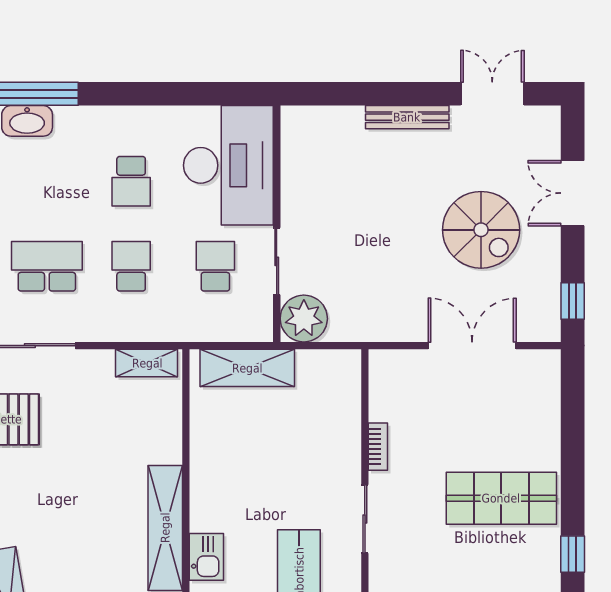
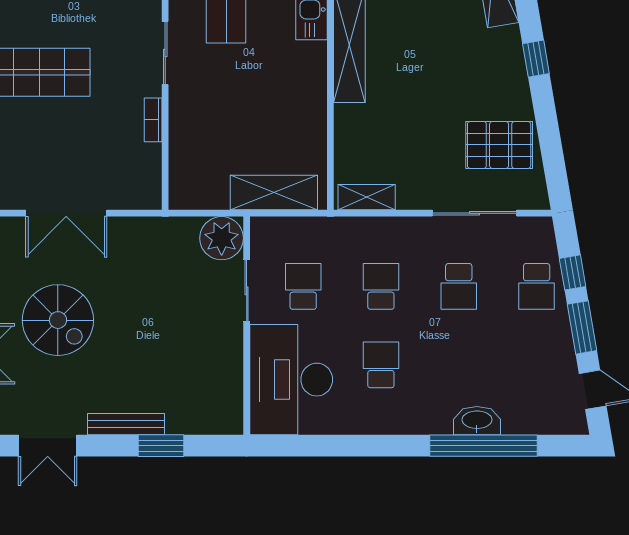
window: (369, 94) -> (161, 446), added
spiral stairs: (481, 230) -> (58, 320), turned 180
school desk: (47, 266) -> (459, 286), width x0.54
school desk: (131, 266) -> (381, 286), turned 180
school desk: (215, 266) -> (303, 286), turned 180

